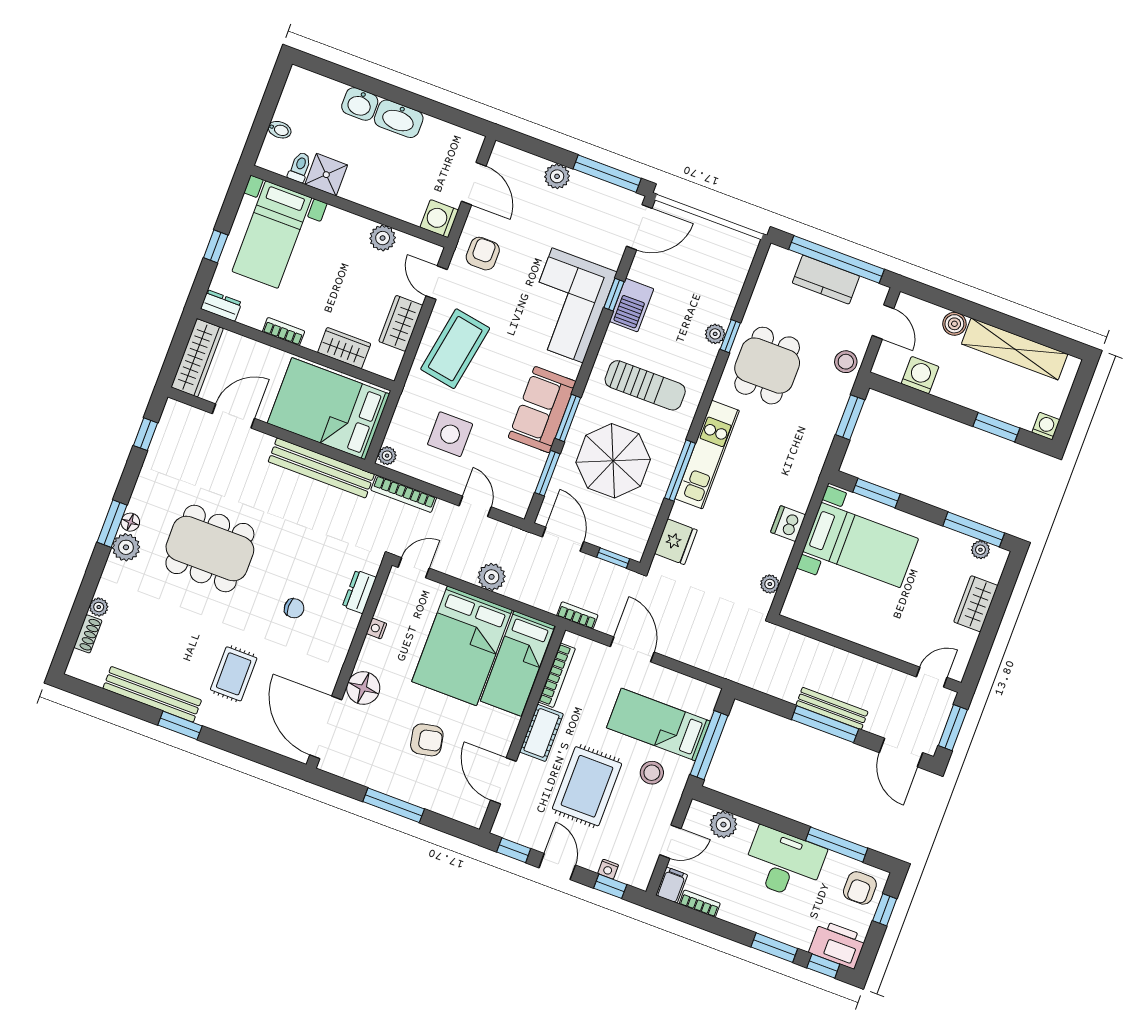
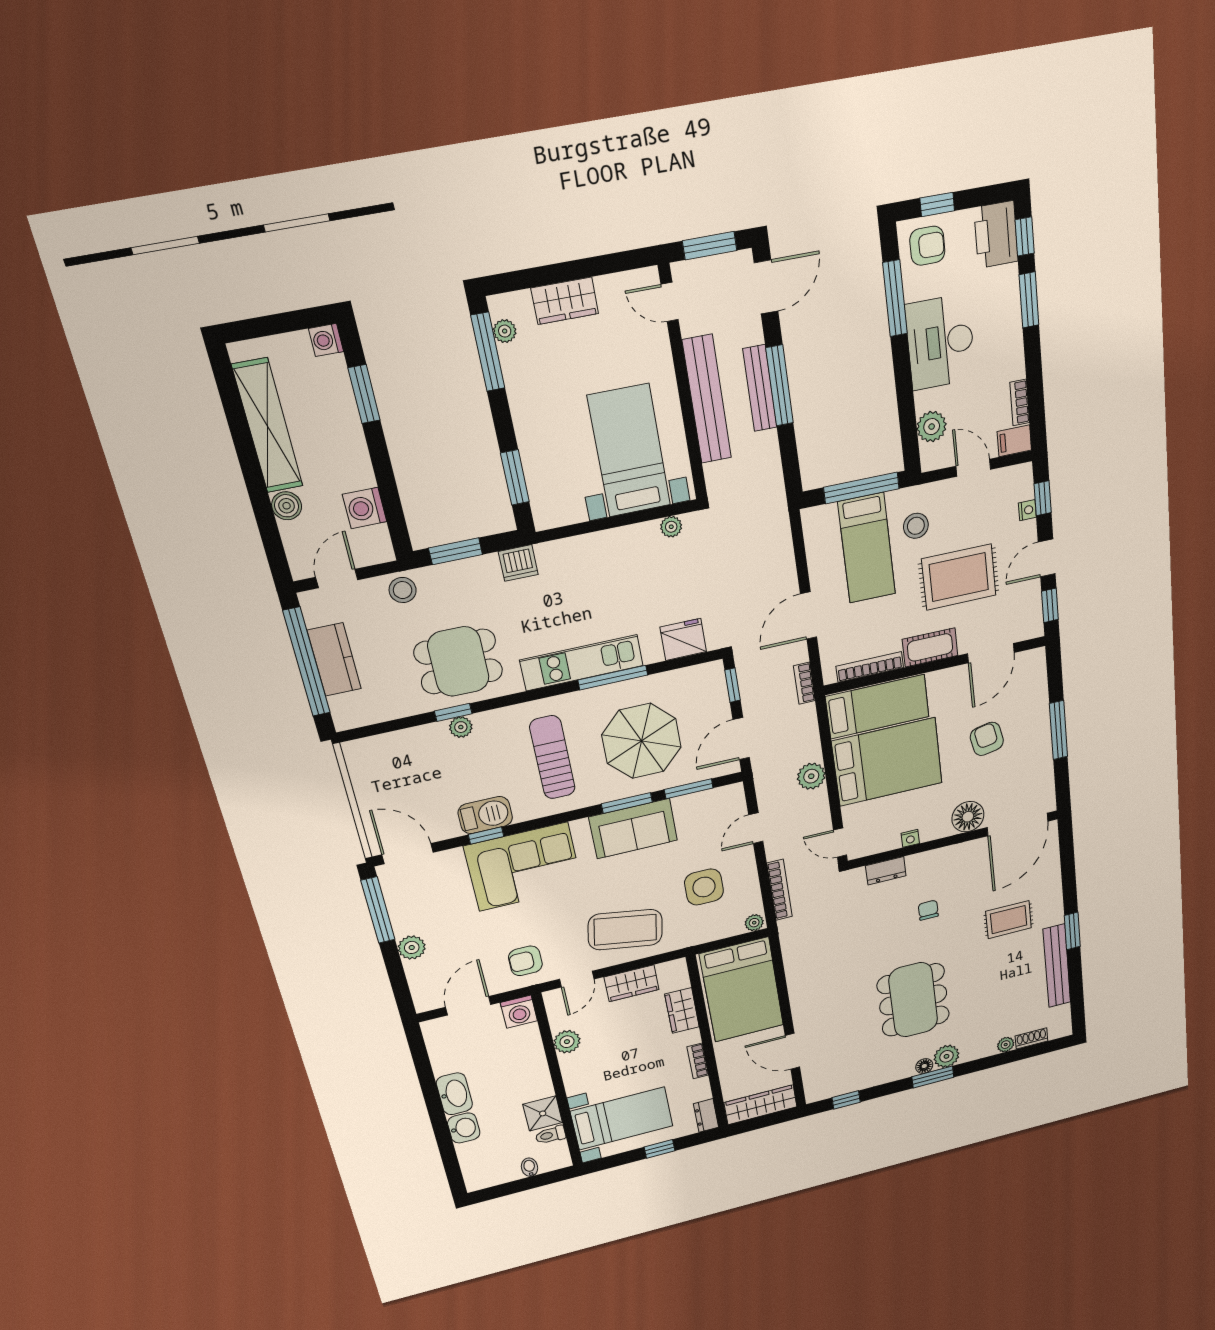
bench: (321, 468) -> (707, 399), moved
dishwasher: (788, 524) -> (518, 563), moved
bed with nightstands: (861, 545) -> (629, 451), moved

